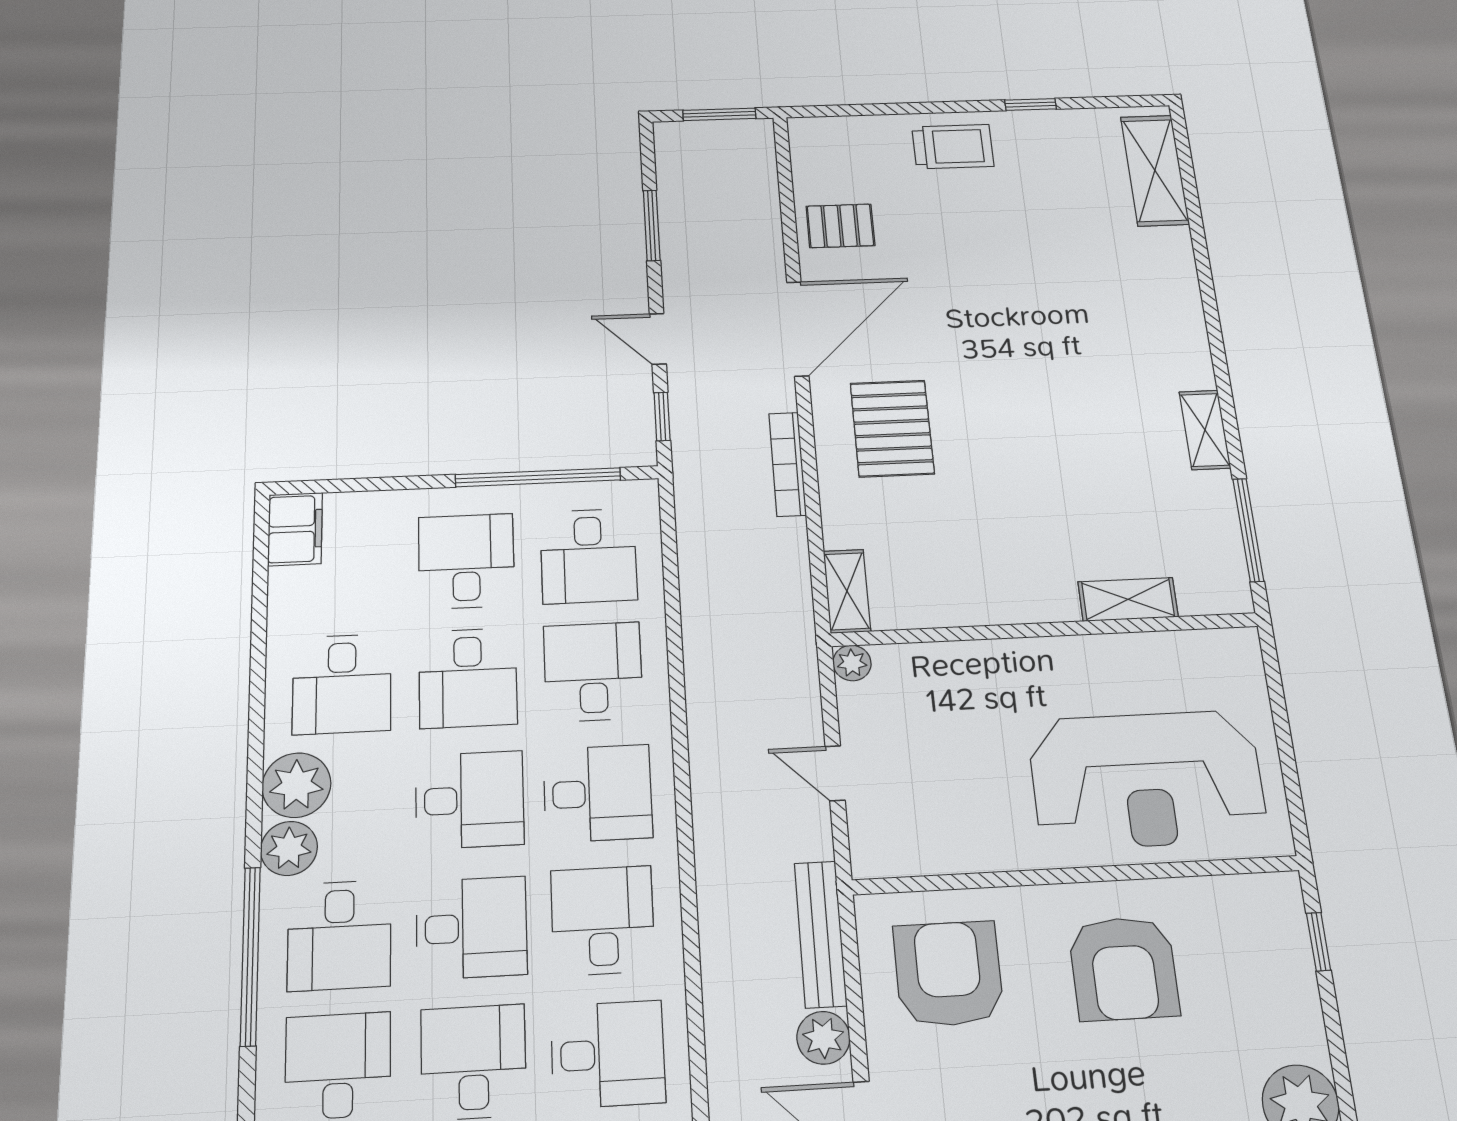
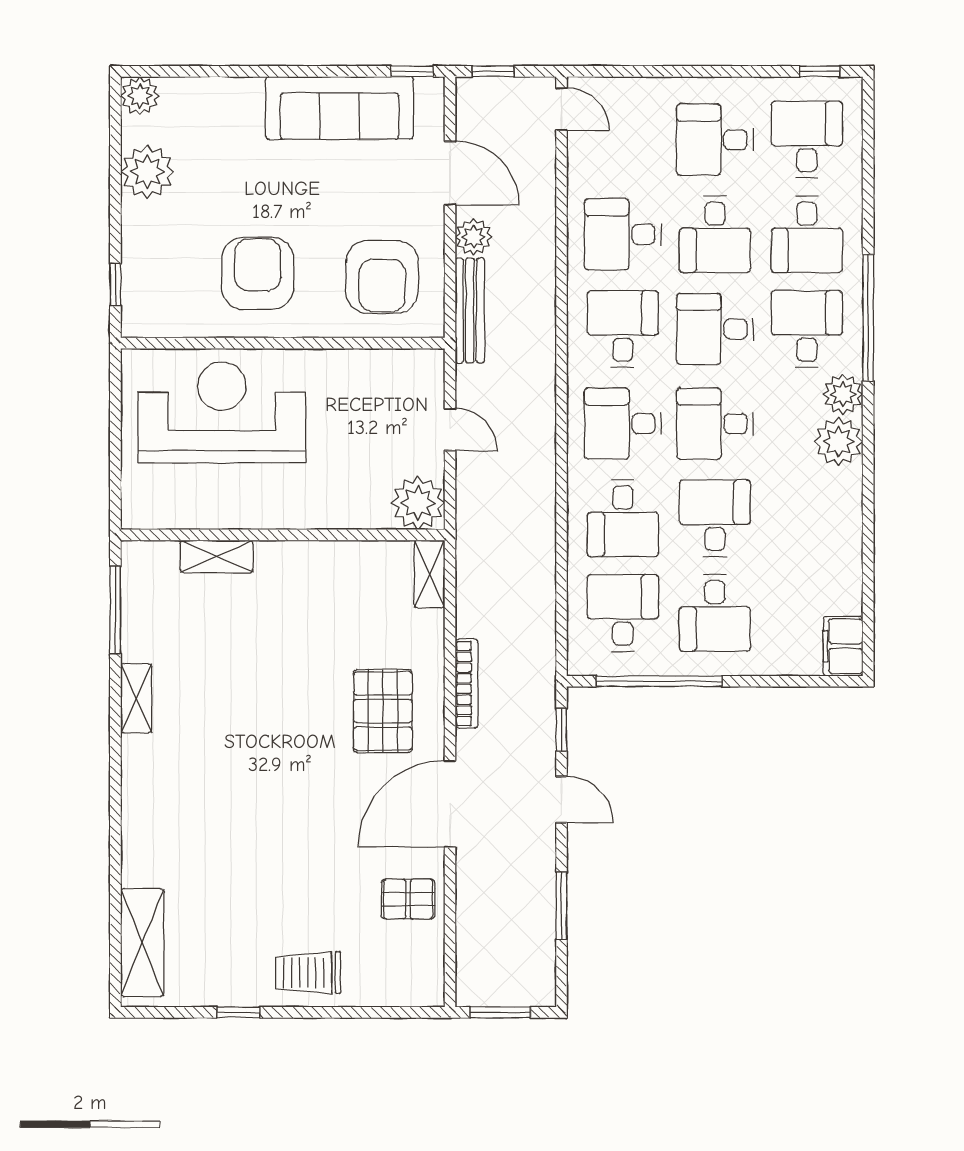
plant: (852, 663) -> (418, 503), width x1.87, depth x1.87
desk: (342, 684) -> (807, 518), removed
desk: (603, 921) -> (623, 329), turned 180

